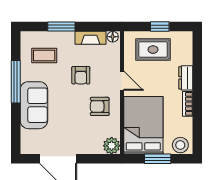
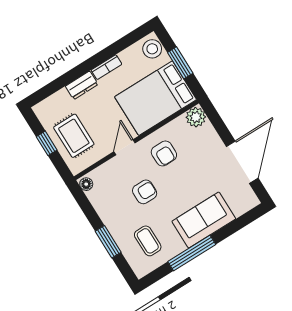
fireplace: (91, 38) -> (101, 206), removed

